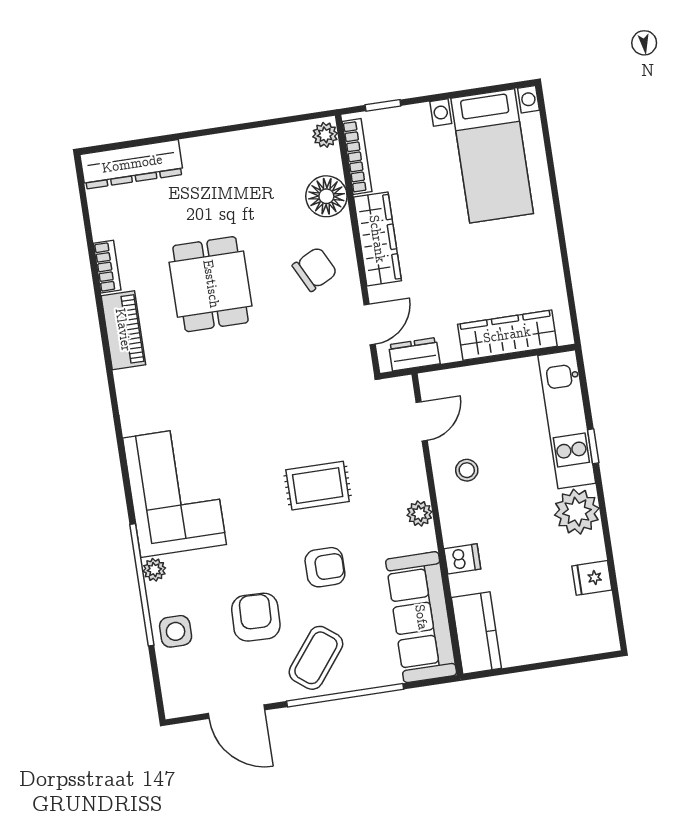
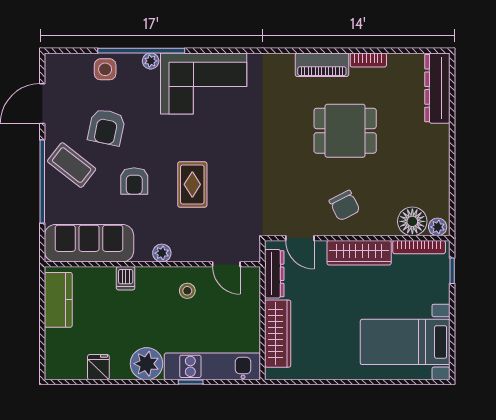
floor lamp: (326, 196) -> (412, 221), moved
dresser: (414, 354) -> (274, 274), width x1.44
armchair: (256, 617) -> (107, 127), turned 100
kitchen counter: (476, 633) -> (58, 300), moved, turned -90

